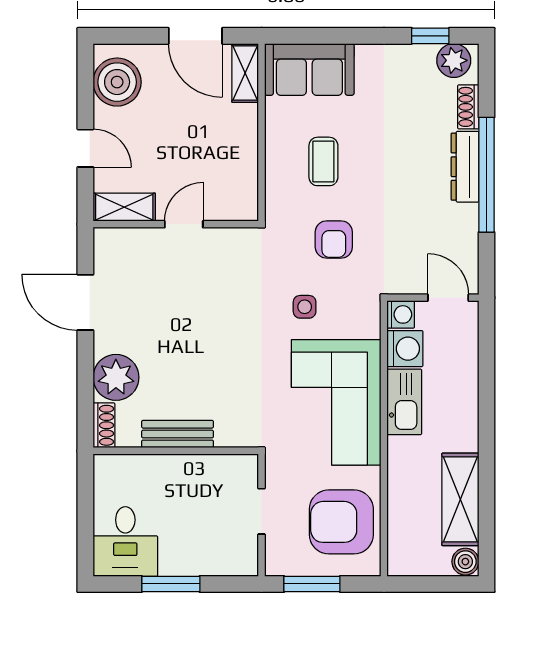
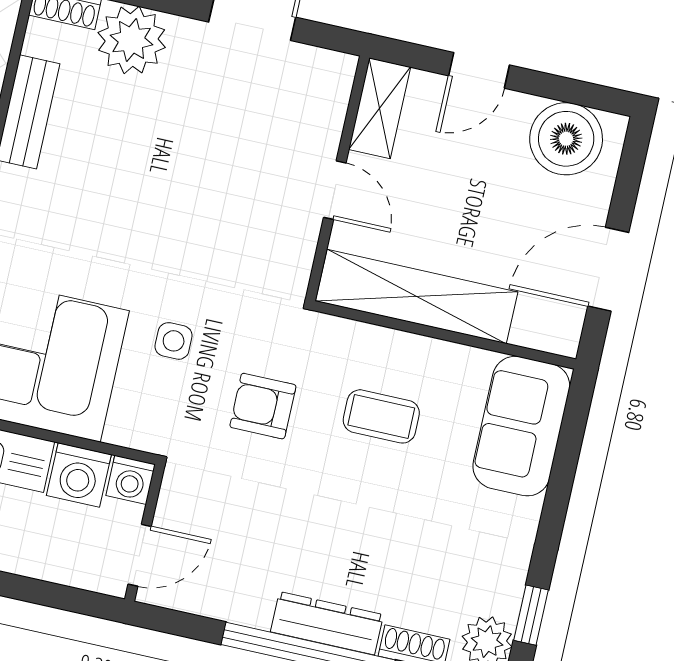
shelving: (245, 73) -> (417, 297), moved, width x2.20, depth x1.33

